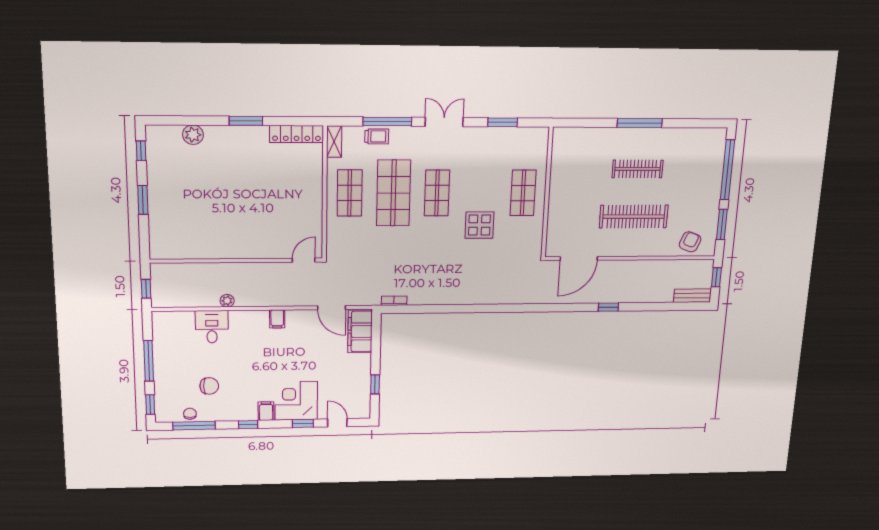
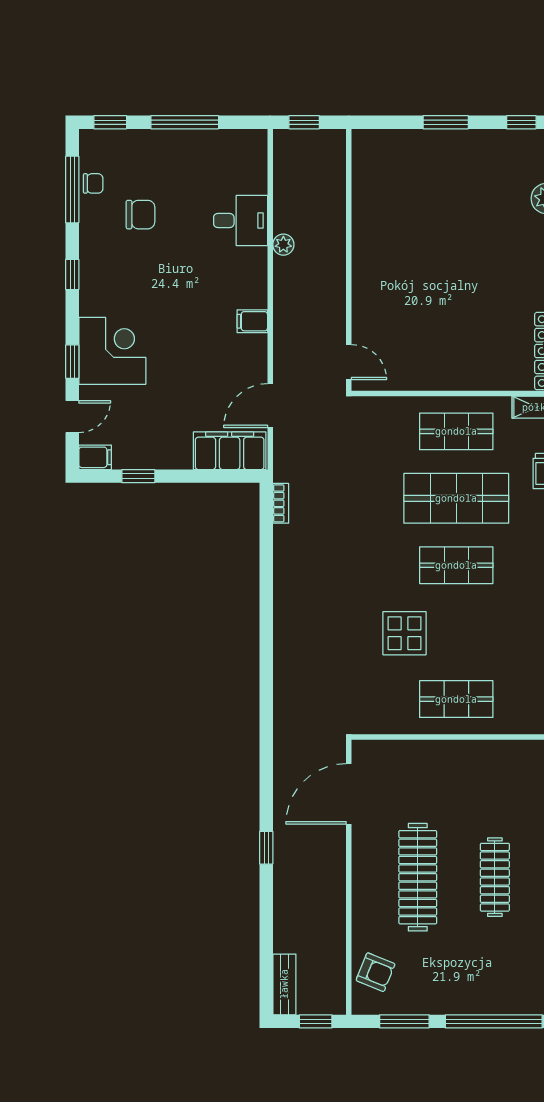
door: (579, 258) -> (349, 794), hinge flipped
chair: (209, 386) -> (141, 215), turned -90
filing cabinet: (266, 411) -> (95, 457), moved

